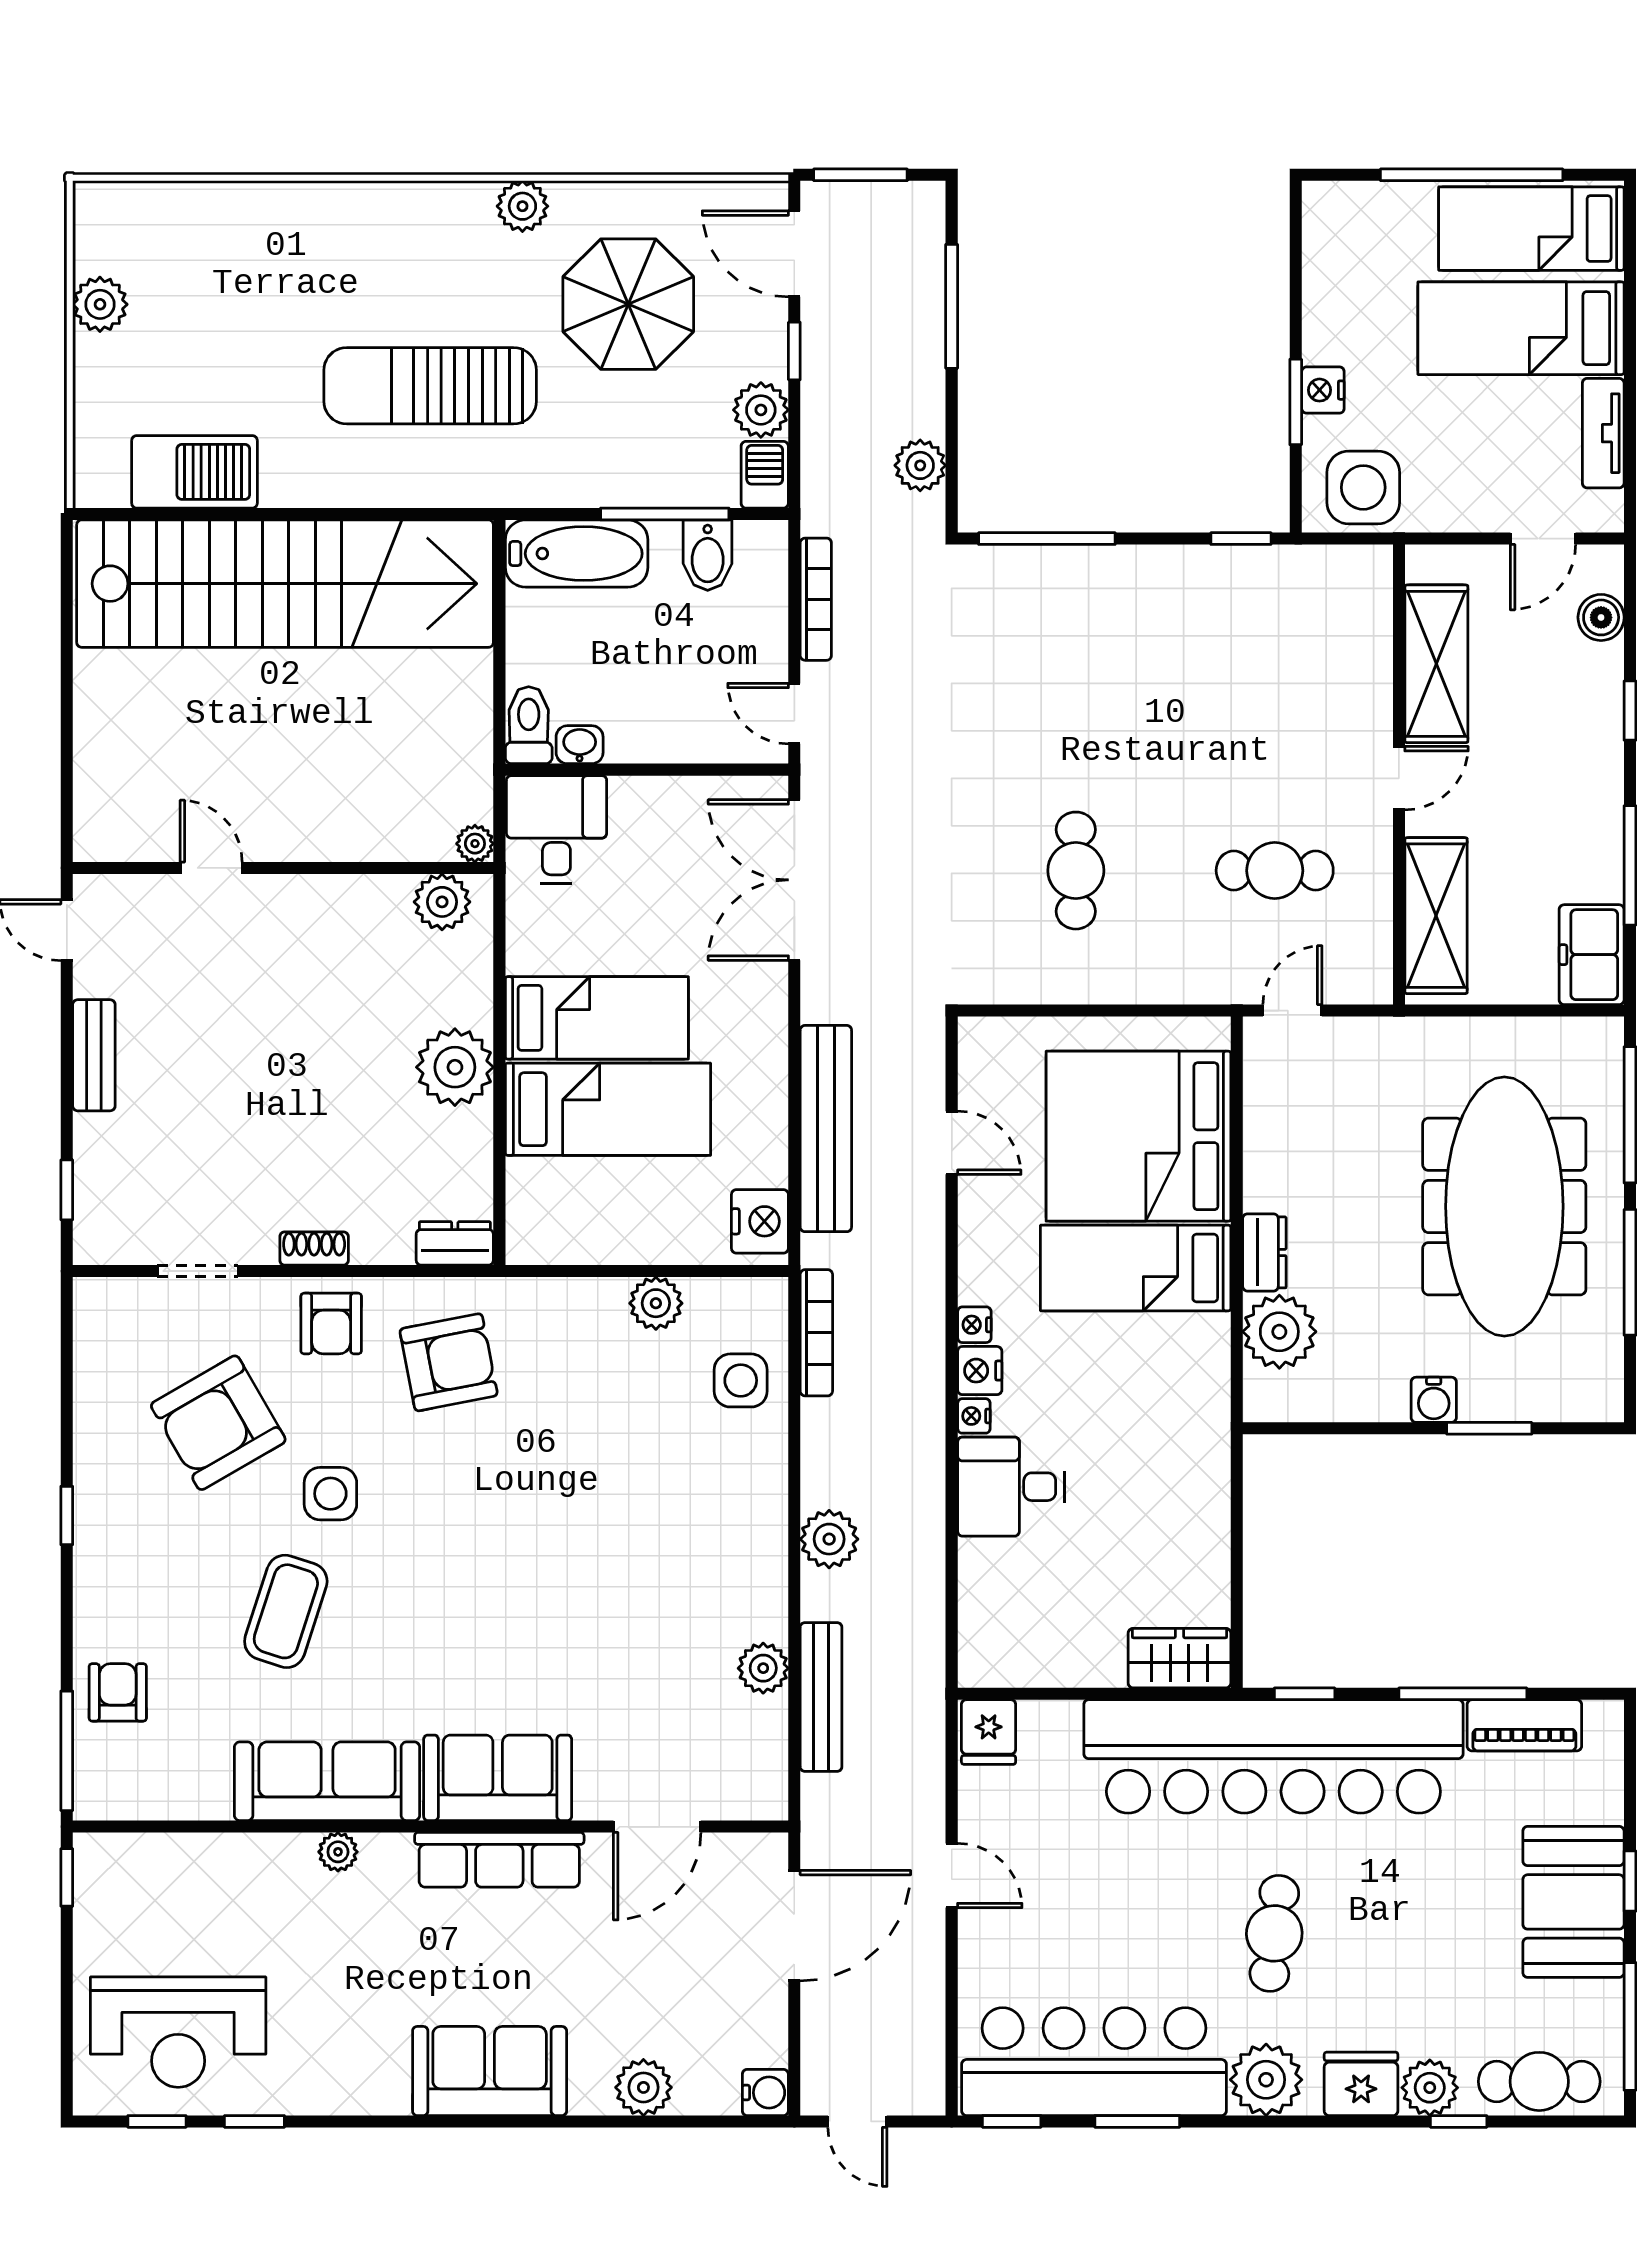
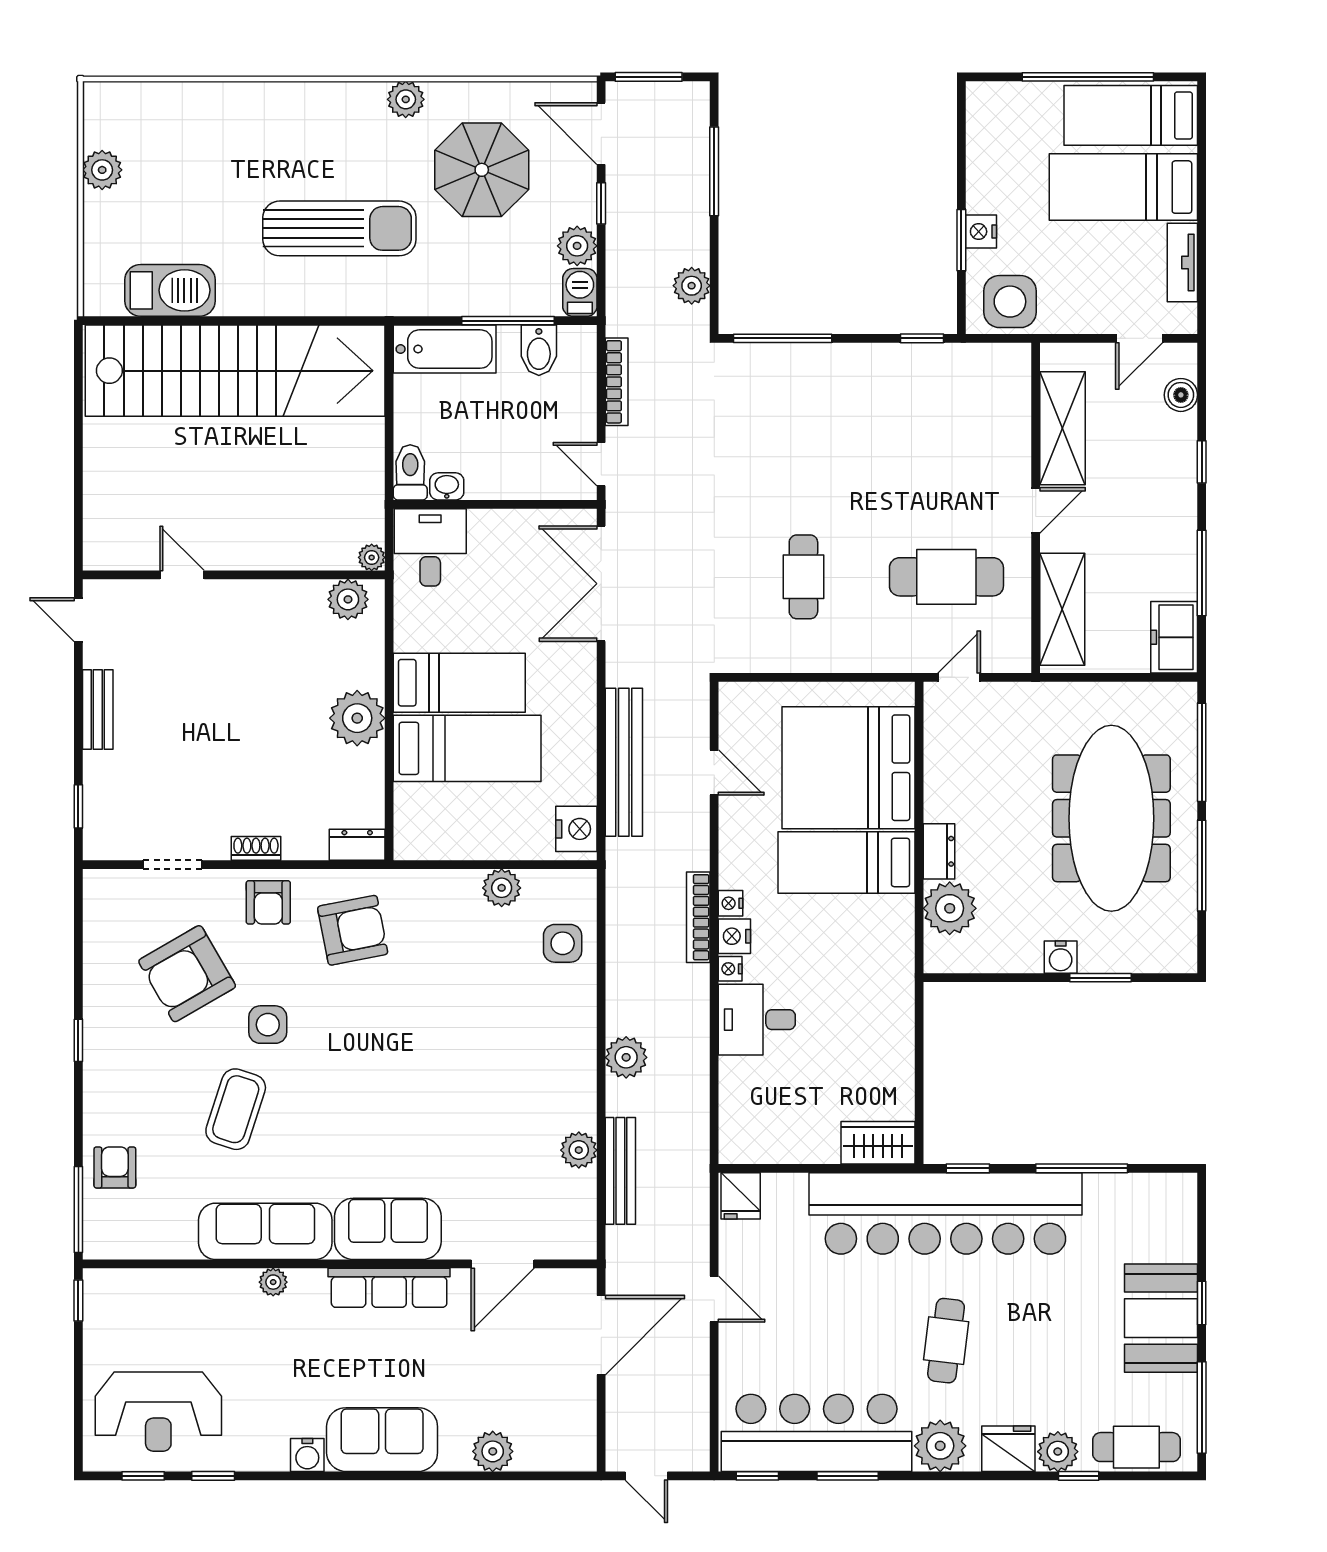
sun lounger: (430, 386) -> (339, 228), turned 180
cafe table: (1275, 871) -> (946, 577), width x1.37, depth x1.35
bookcase: (816, 1333) -> (698, 917), moved, turned 180
piano: (1524, 1725) -> (1126, 1191), removed
water cooler: (765, 2093) -> (307, 1455), moved, turned 90

